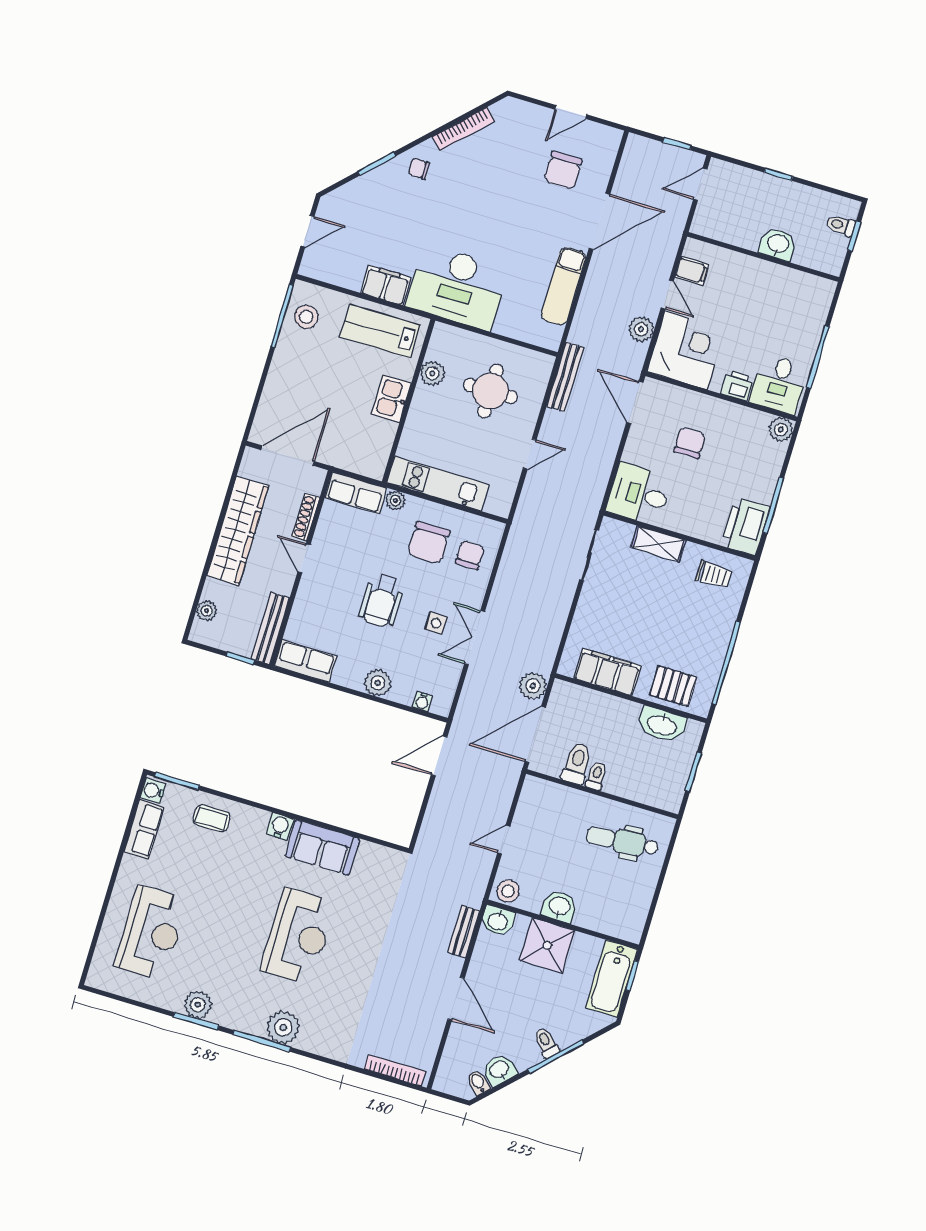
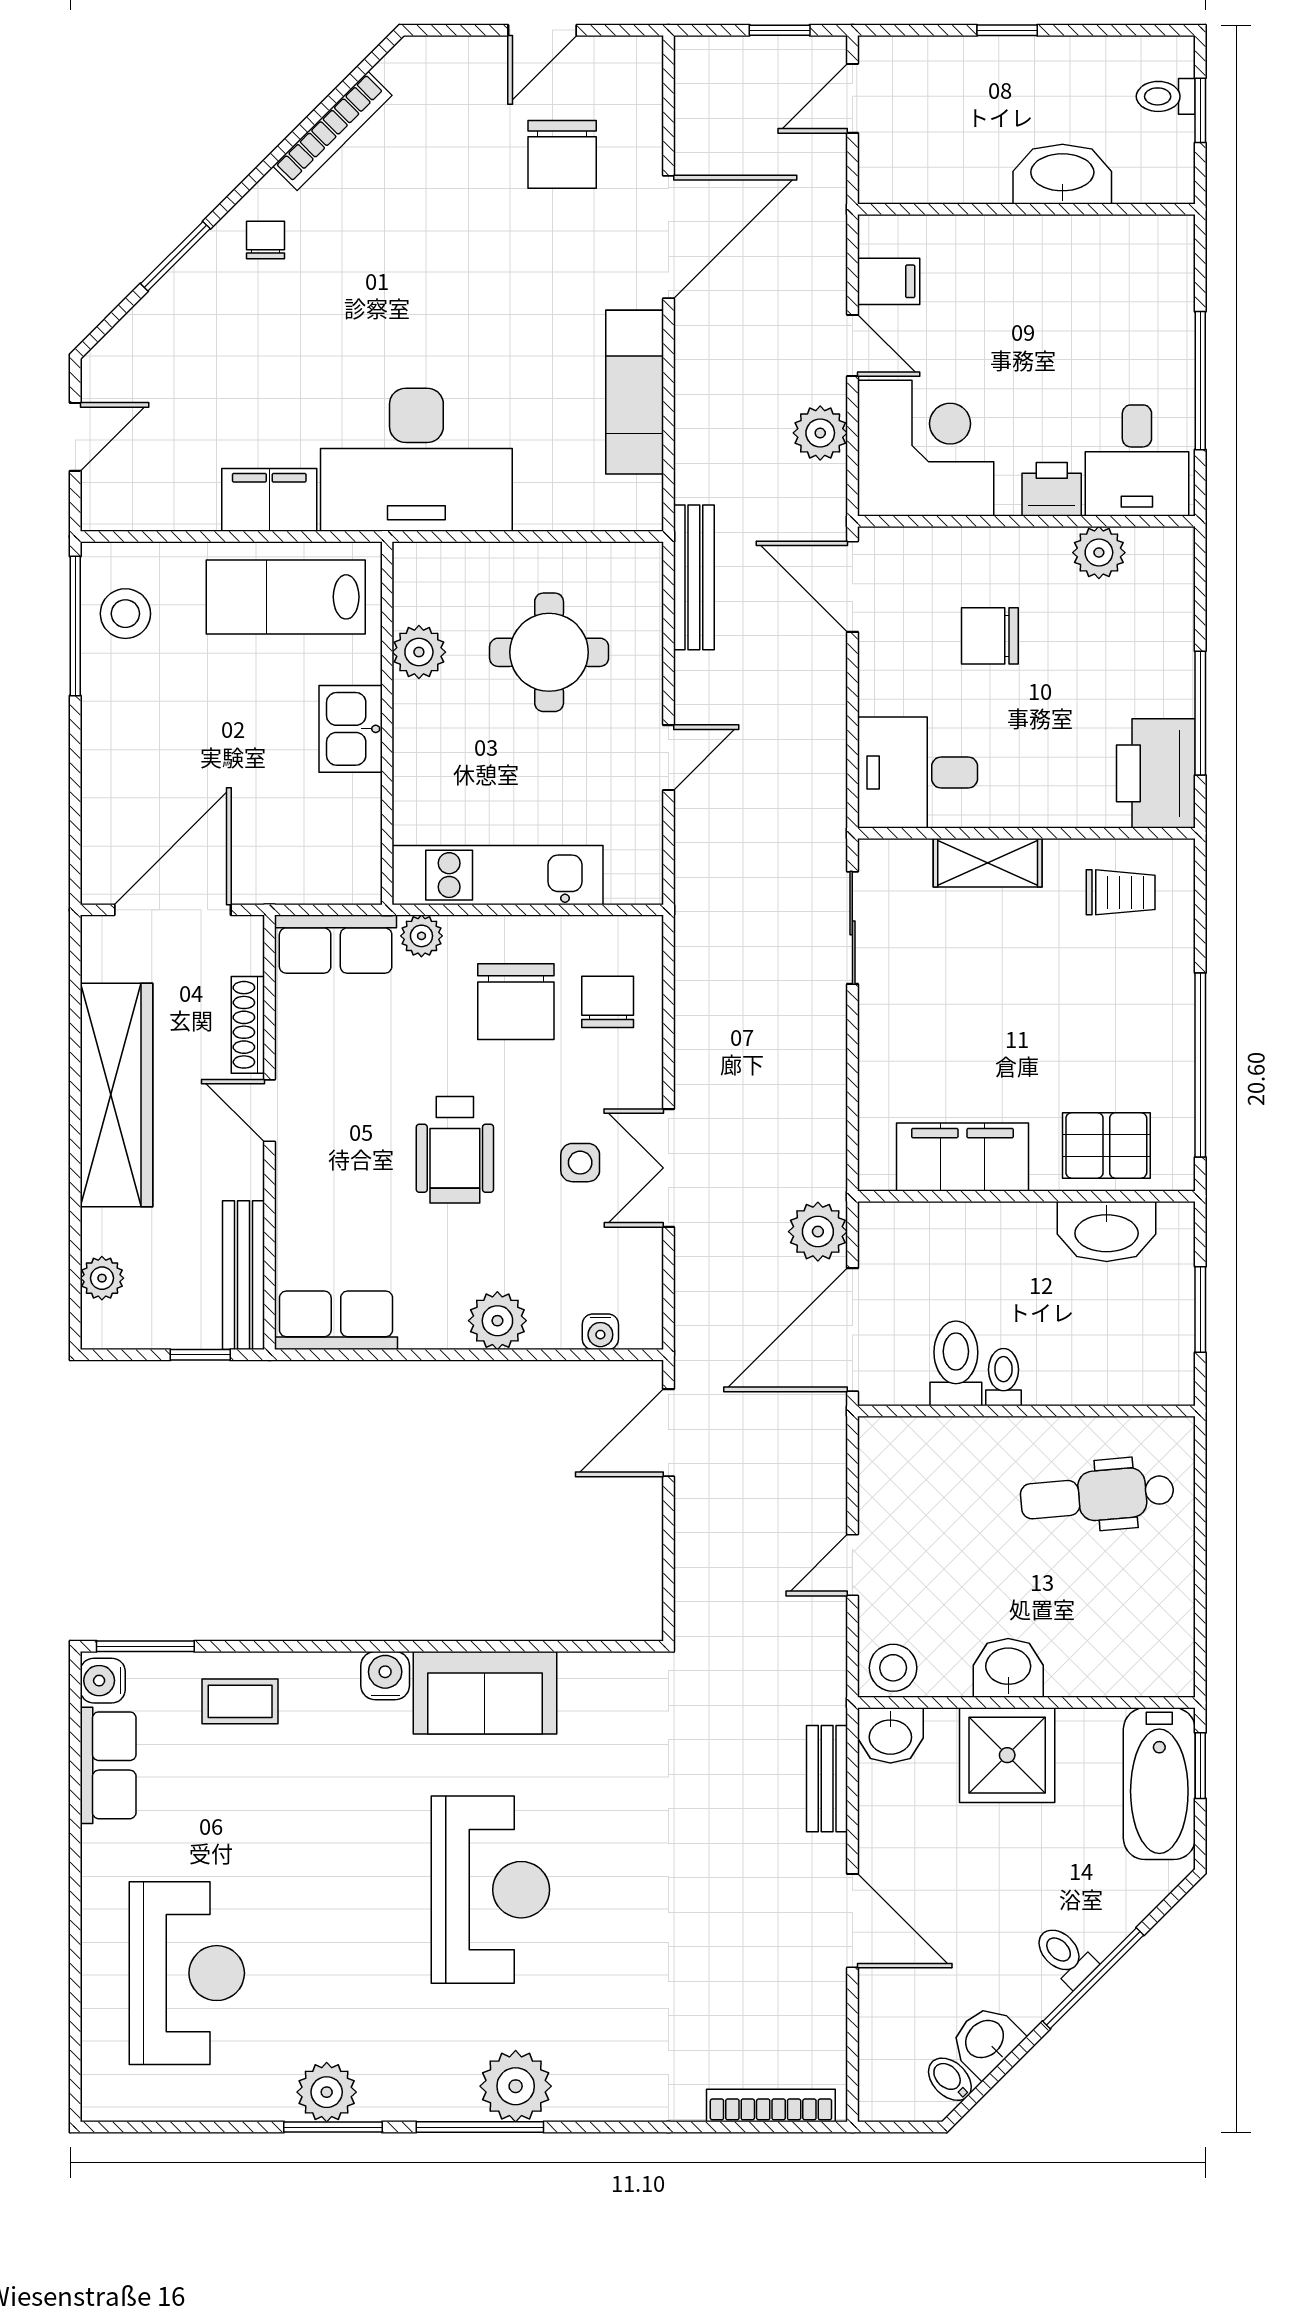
chair: (419, 169) -> (266, 240), turned 90
washbasin: (778, 244) -> (1062, 174), width x1.38
plant: (781, 429) -> (1099, 553), moved
chair: (690, 443) -> (990, 636), turned -90

